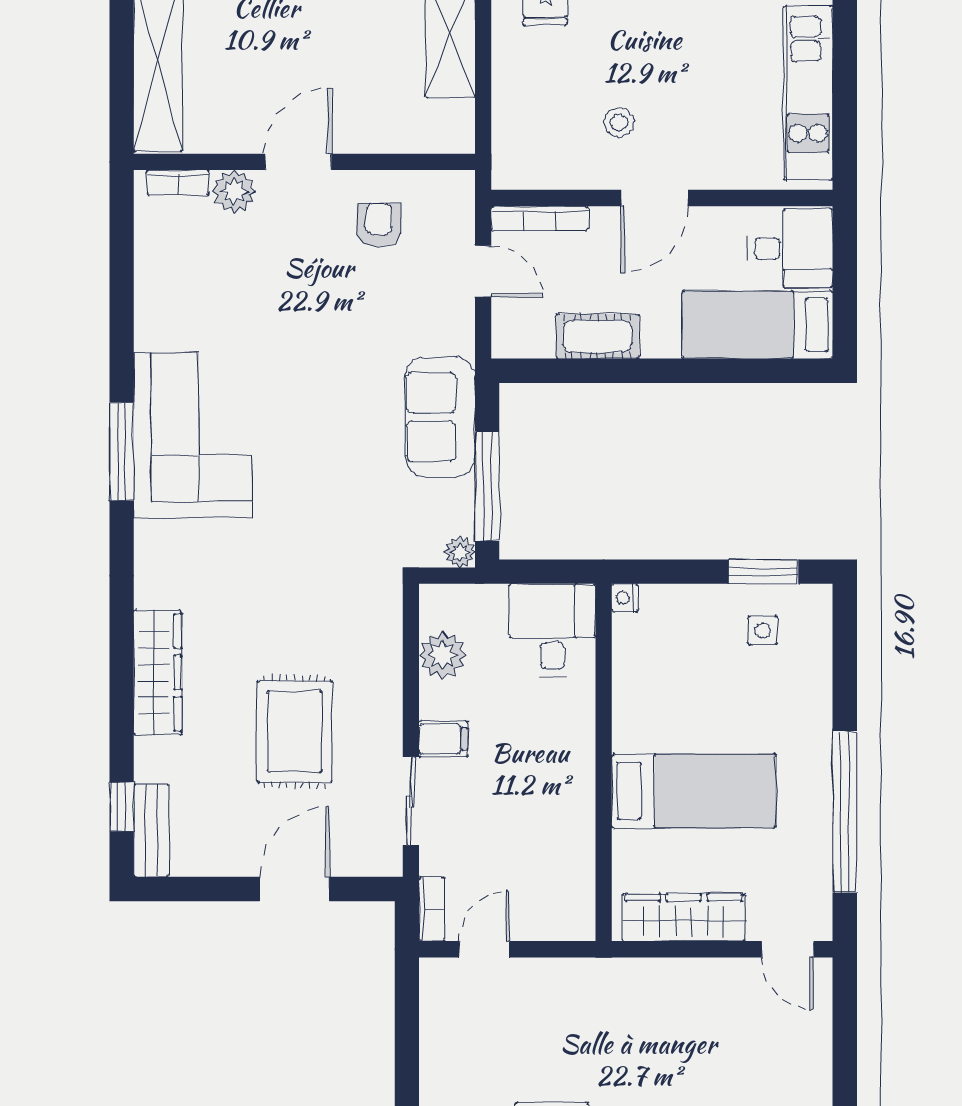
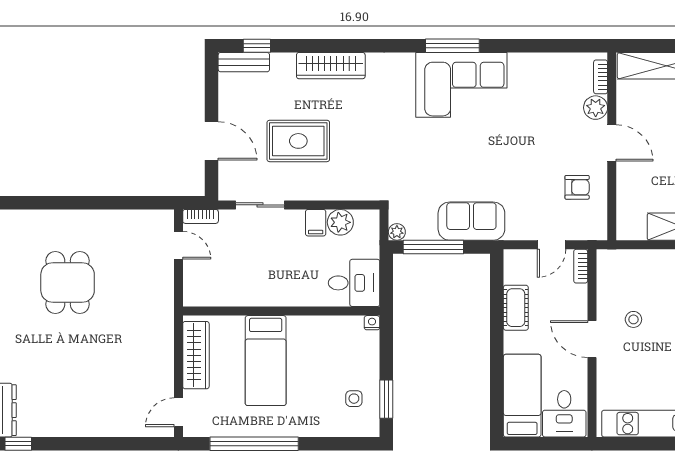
bookcase: (540, 218) -> (581, 266), width x0.64
filing cabinet: (443, 739) -> (316, 223), moved

